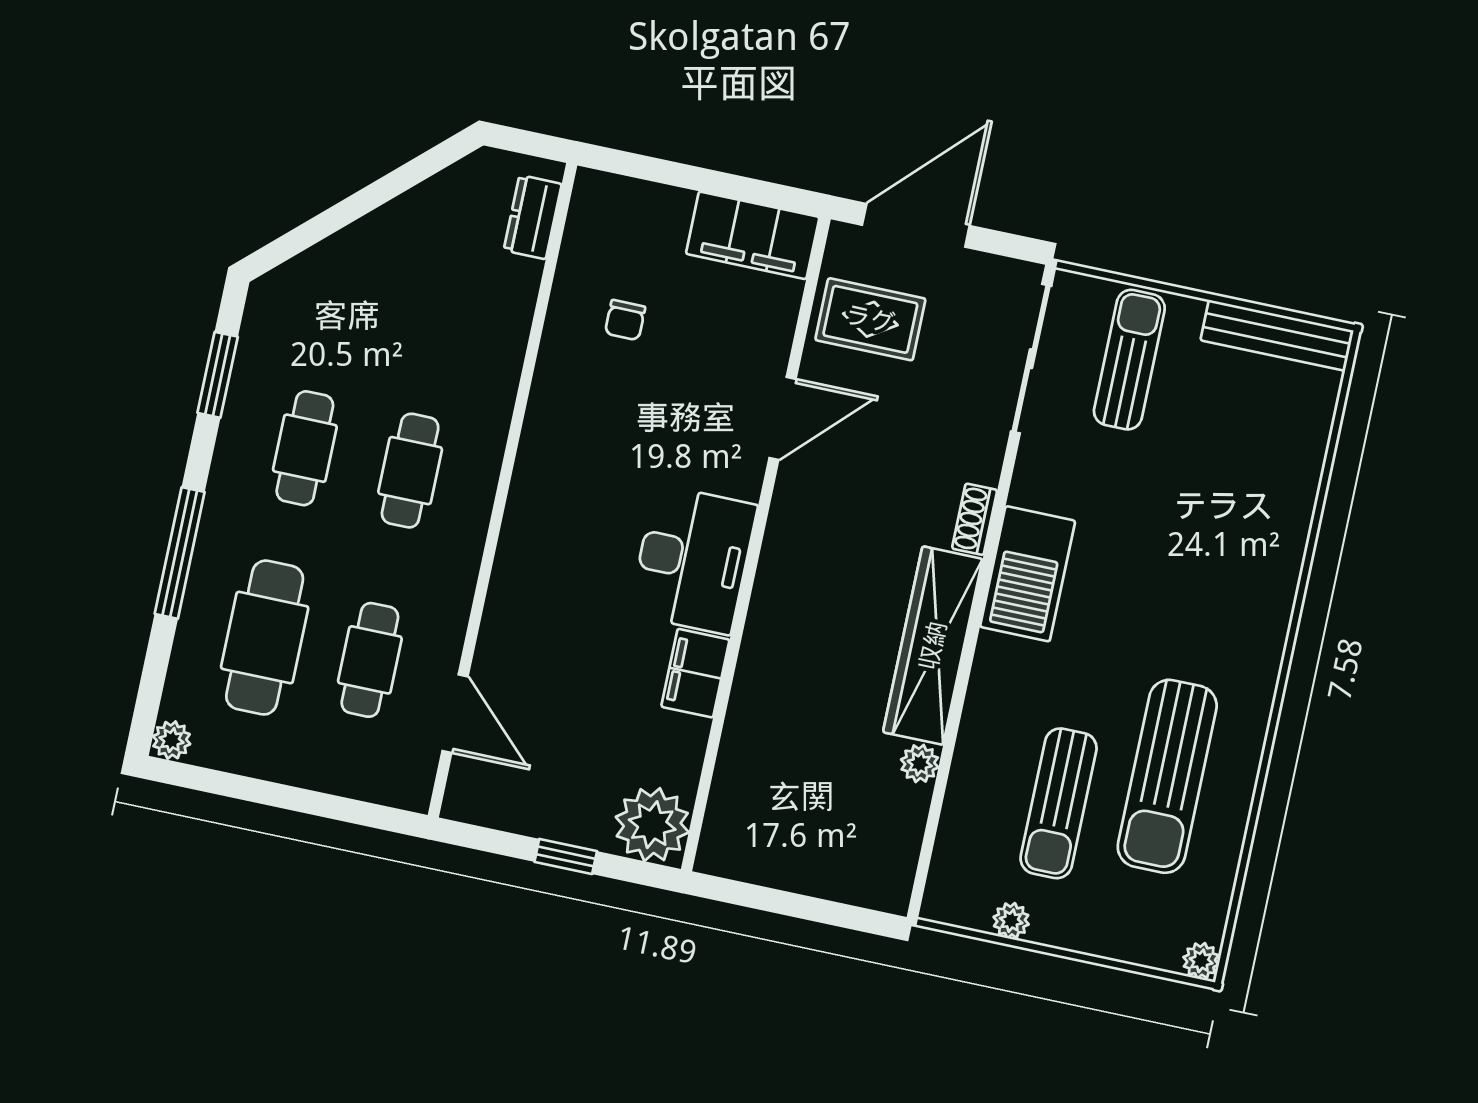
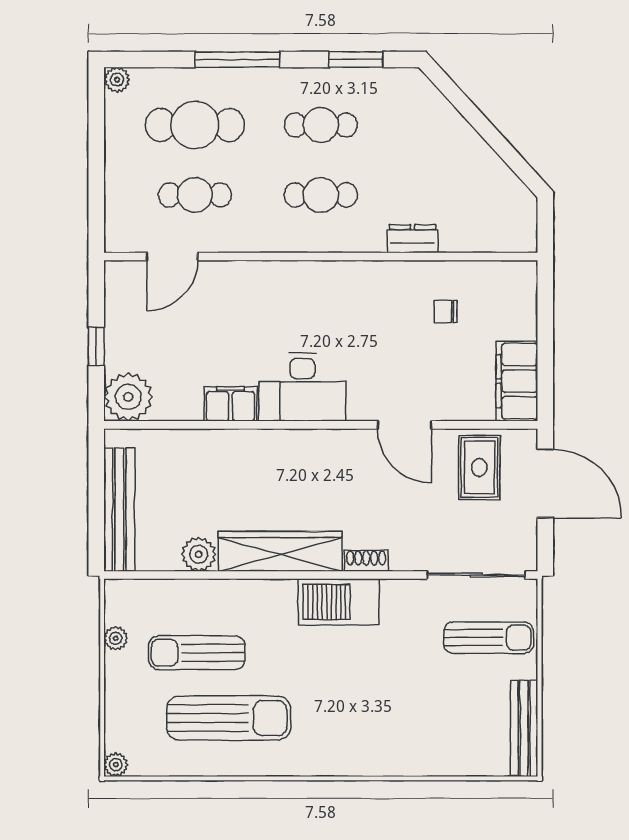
dresser: (533, 217) -> (413, 239), moved
plant: (920, 763) -> (199, 554), width x1.38, depth x1.38
sun lounger: (1167, 776) -> (229, 718), turned 180
bench: (819, 874) -> (119, 510), added

